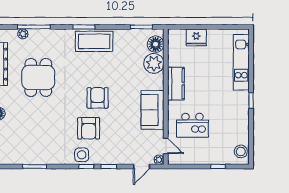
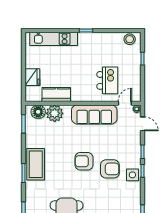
kitchen counter: (176, 84) -> (56, 94), moved
sofa: (152, 110) -> (94, 114), width x1.36

